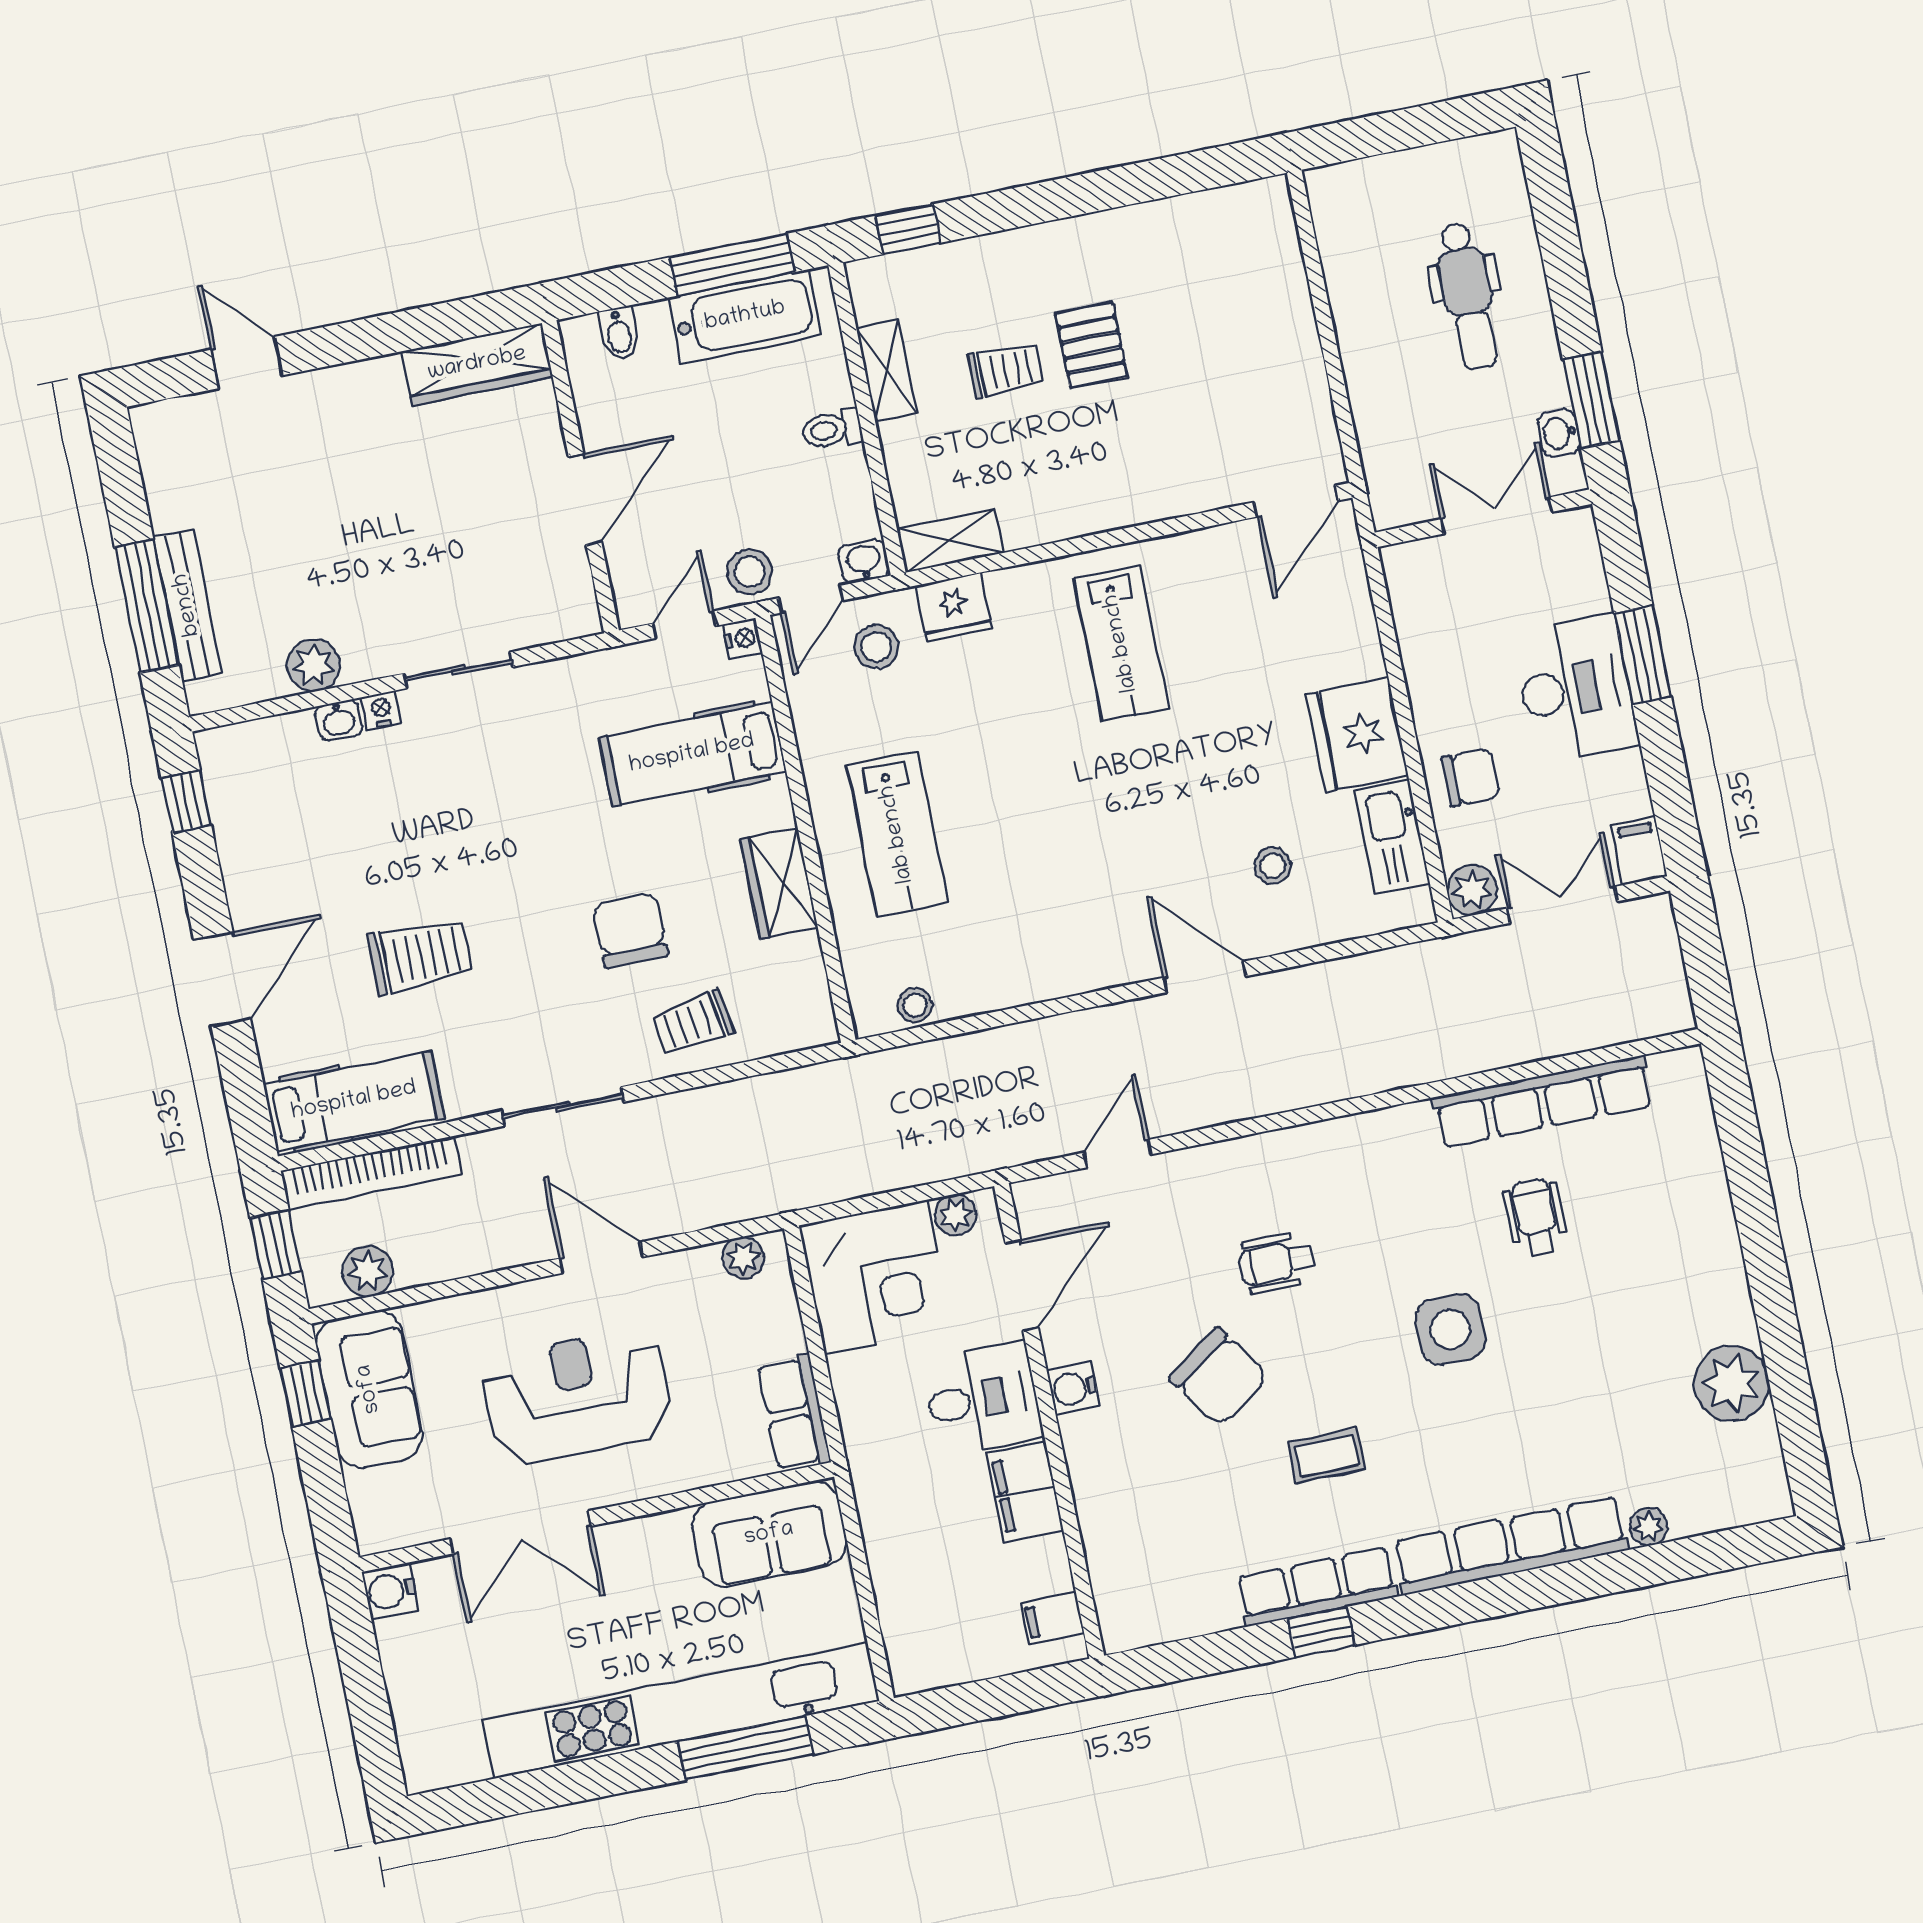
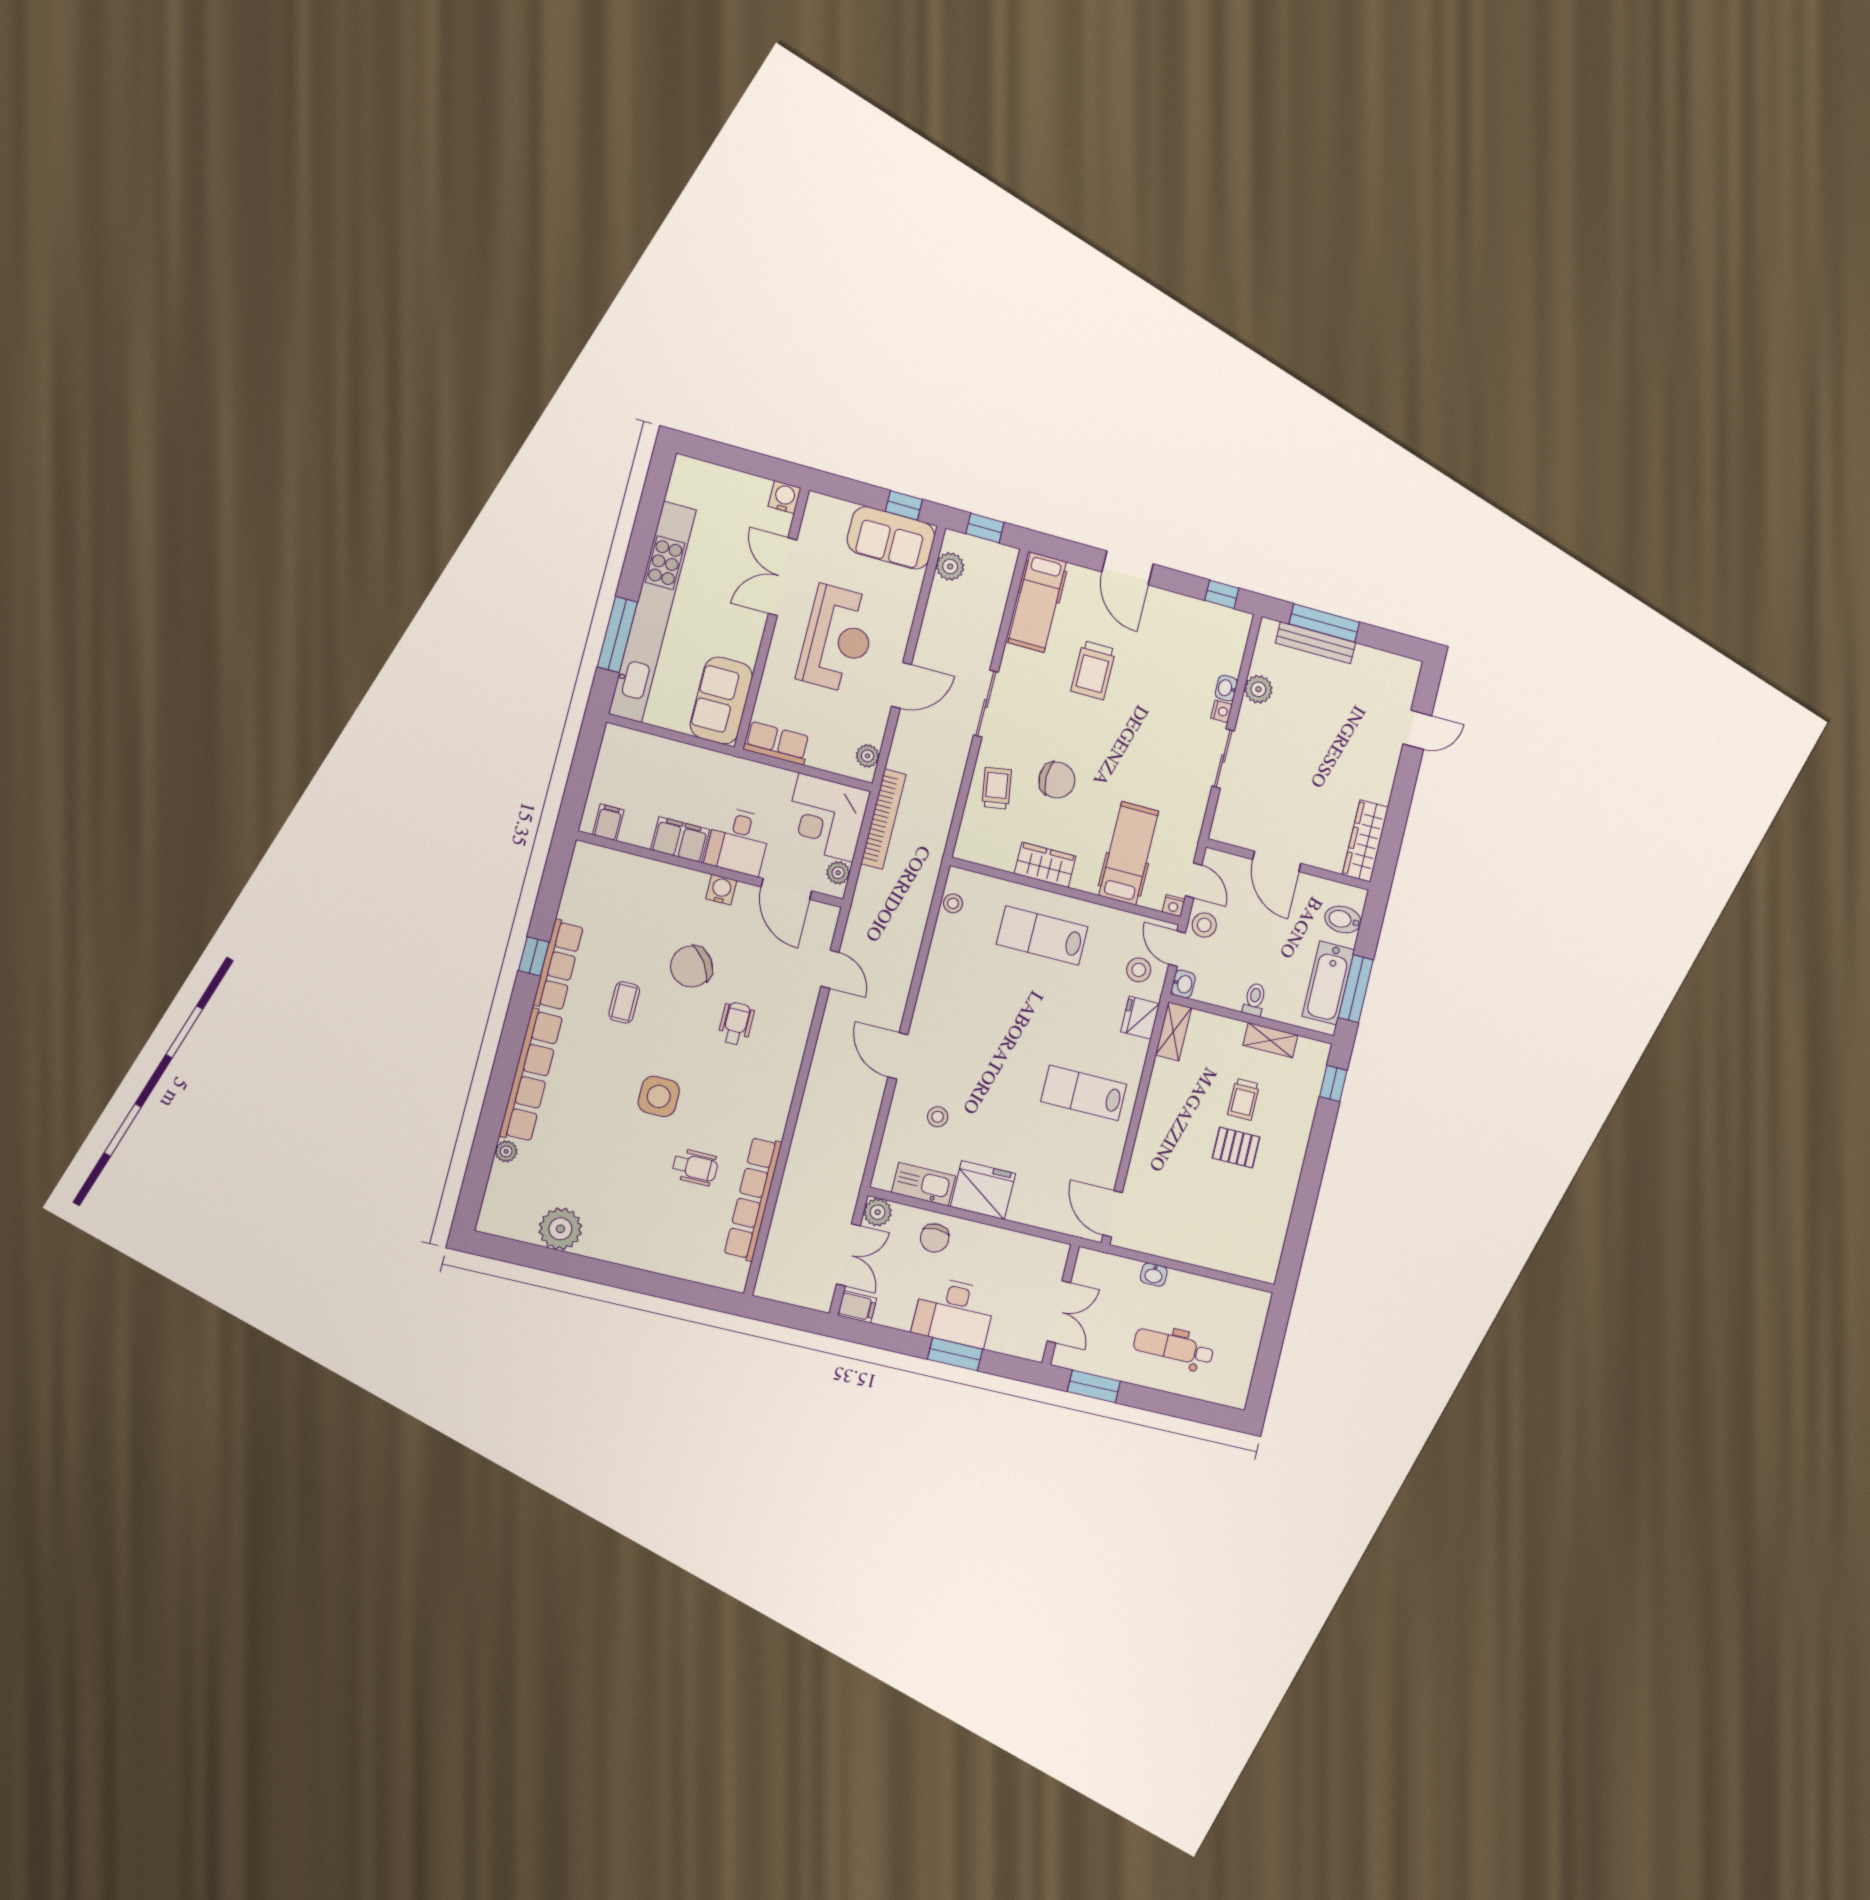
bidet: (619, 333) -> (1343, 920), width x1.38, depth x1.36
washbasin: (1559, 433) -> (1154, 1275), moved, turned 180
door: (1205, 977) -> (898, 1056), swing flipped
bookcase: (371, 1173) -> (884, 819), moved, turned 180

